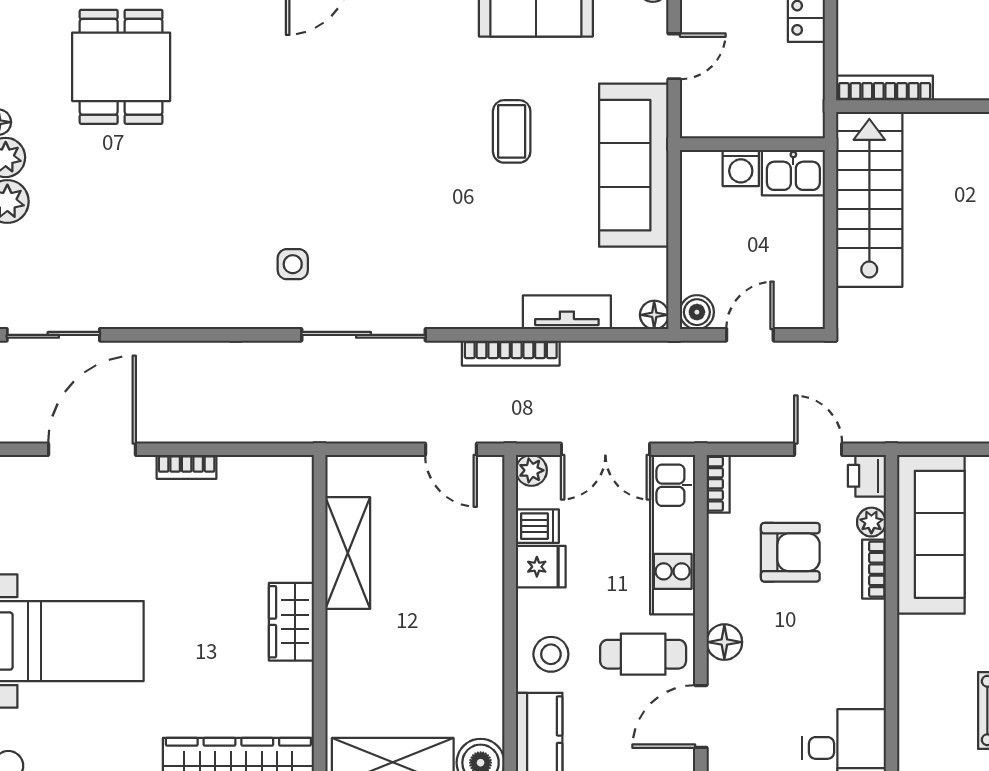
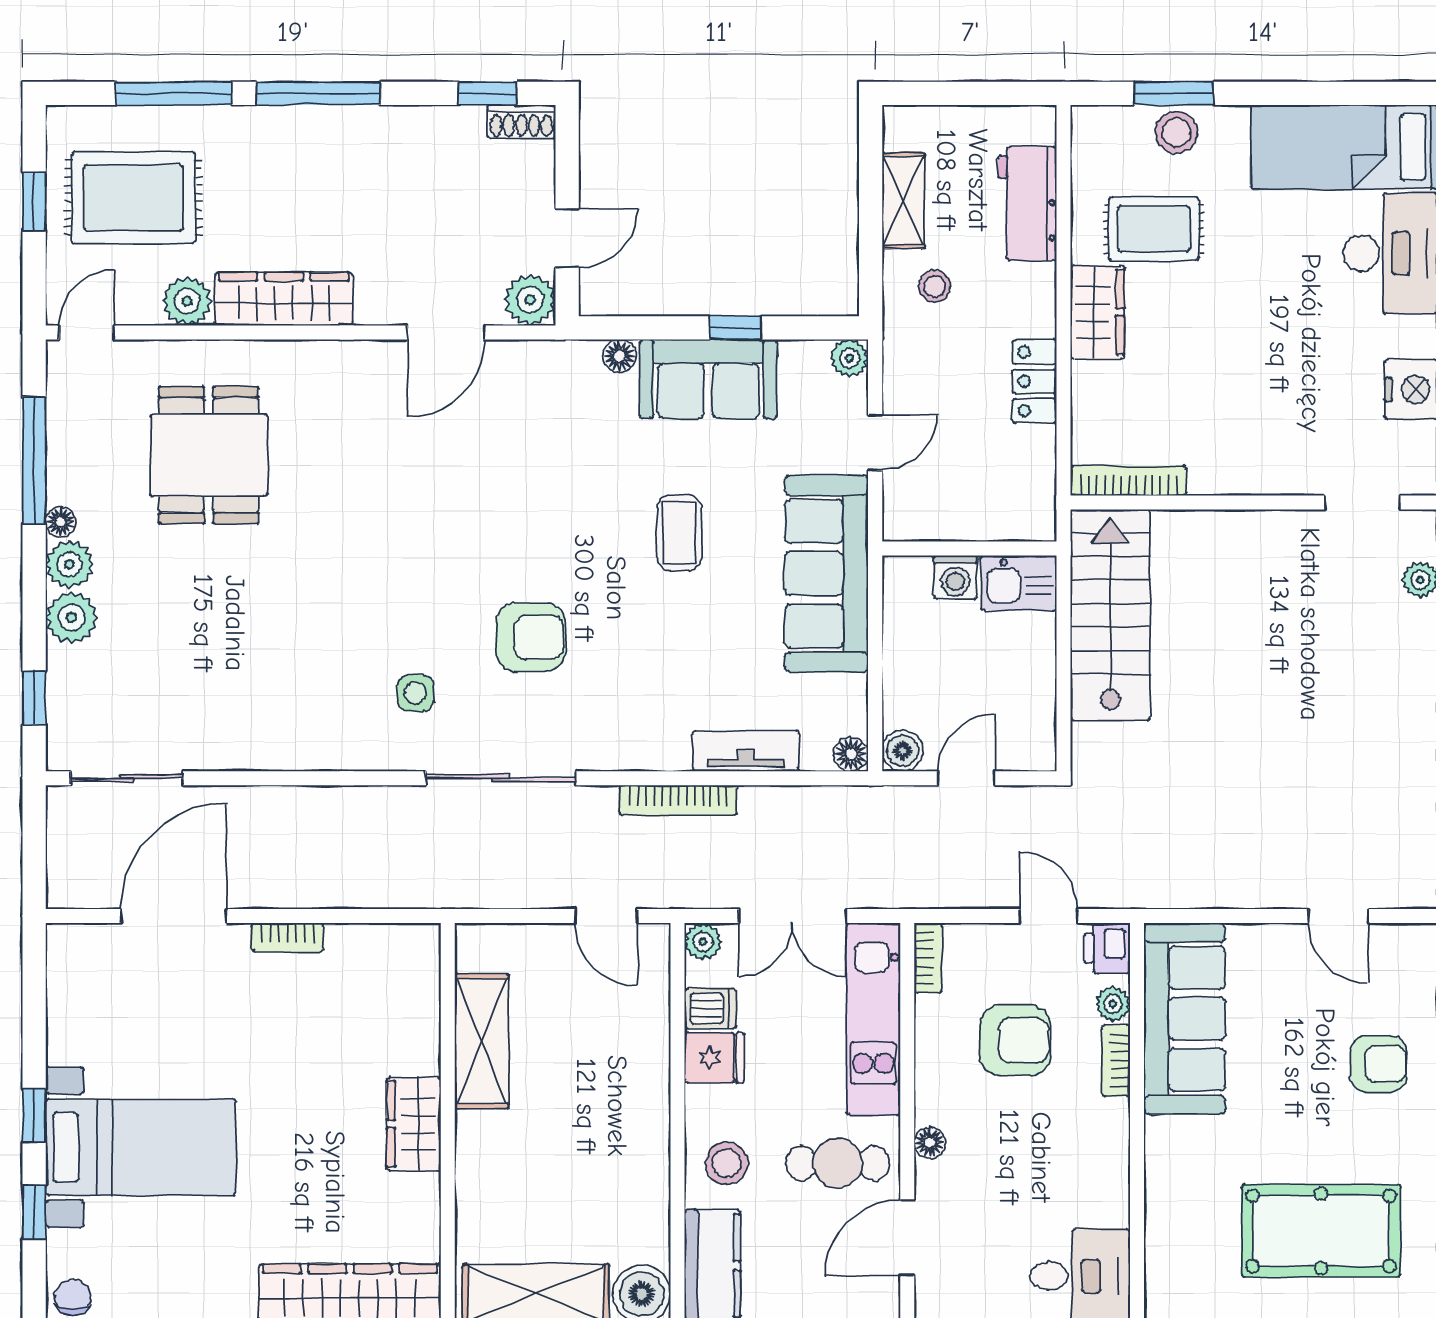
armchair: (388, 218) -> (531, 638), added
floor lamp: (724, 642) -> (930, 1143), width x0.73, depth x0.73

